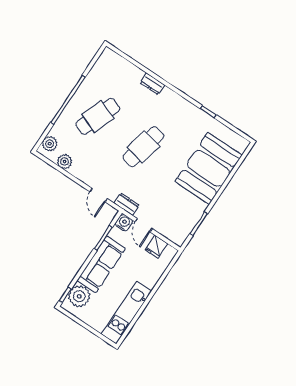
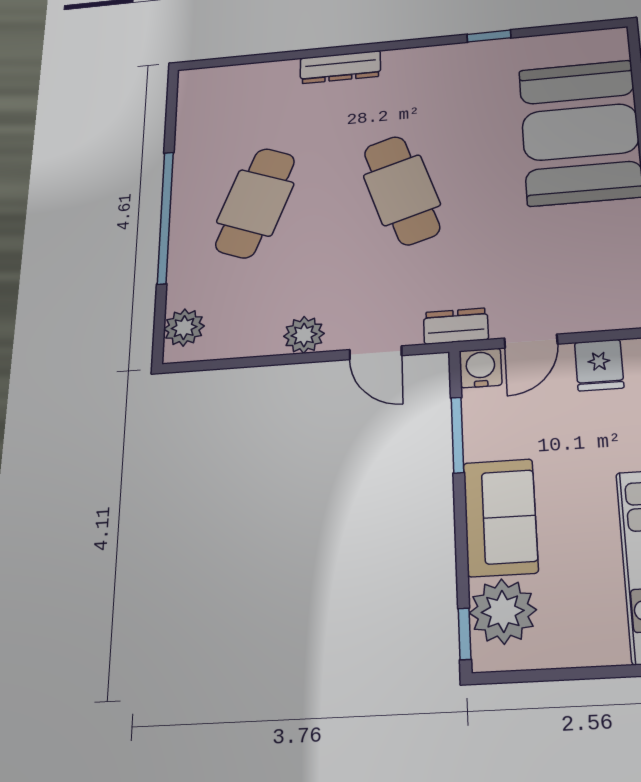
dresser: (152, 84) -> (340, 67), width x1.44
cafe table: (143, 147) -> (402, 190), turned -30
plant: (64, 162) -> (304, 335), moved
door: (144, 225) -> (531, 341), hinge flipped
sofa: (101, 264) -> (500, 517), width x0.73

